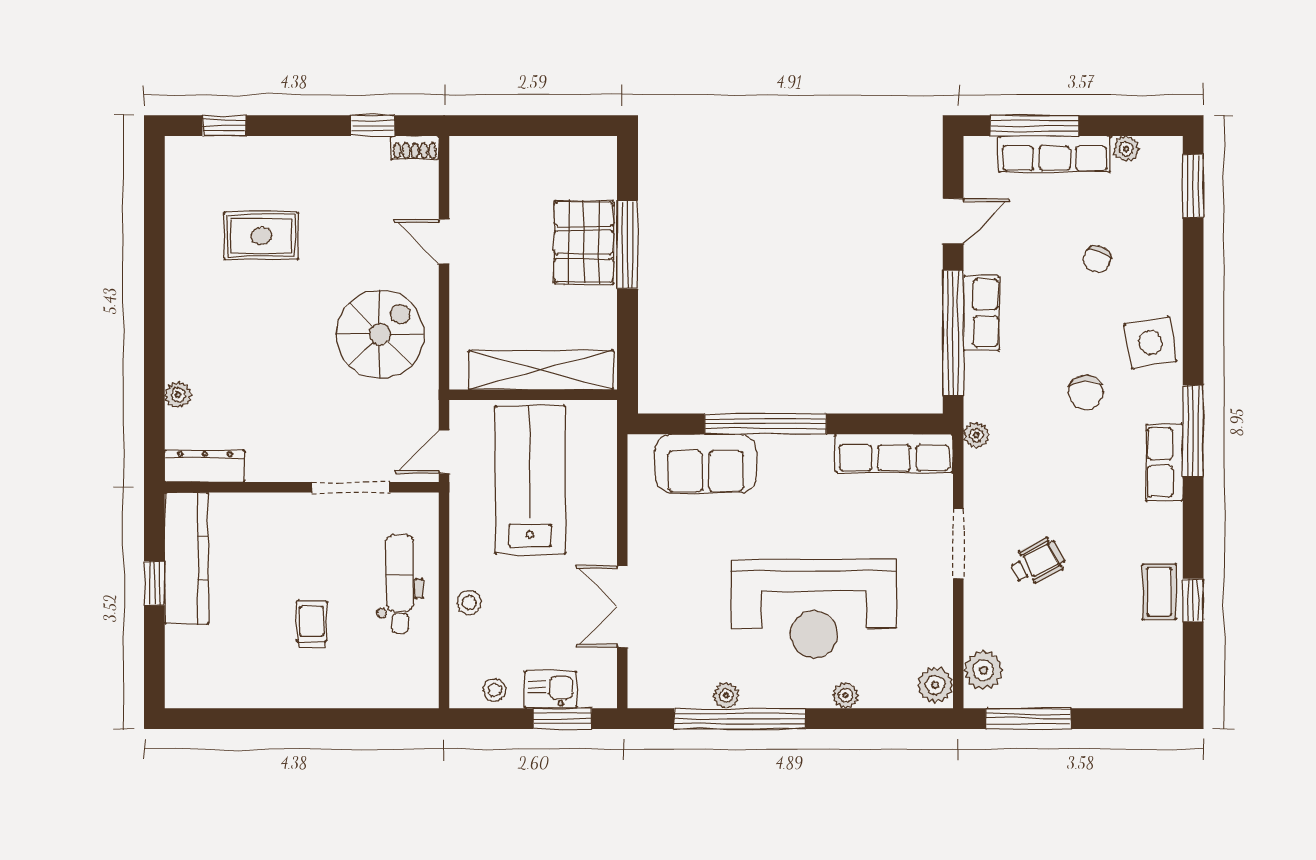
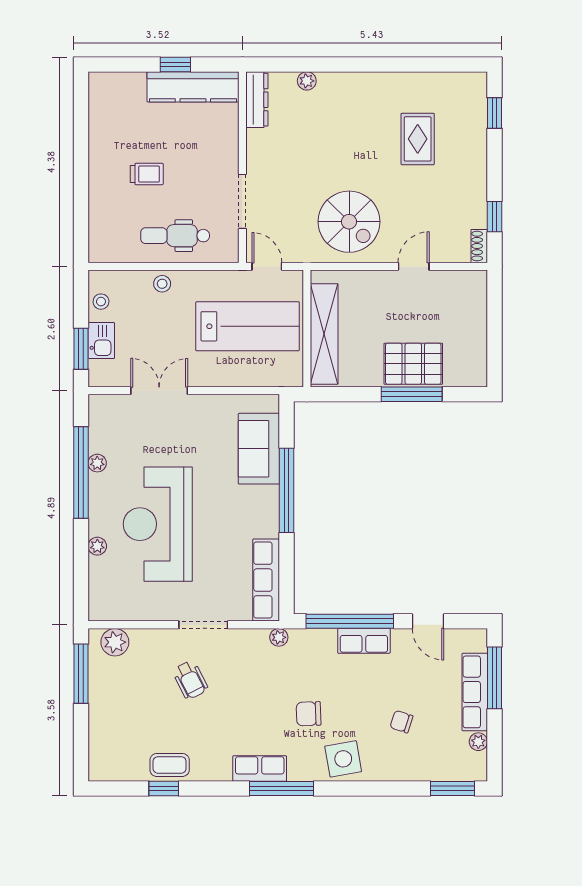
dental chair: (400, 584) -> (175, 236), turned 180
plant: (935, 685) -> (105, 609), removed

